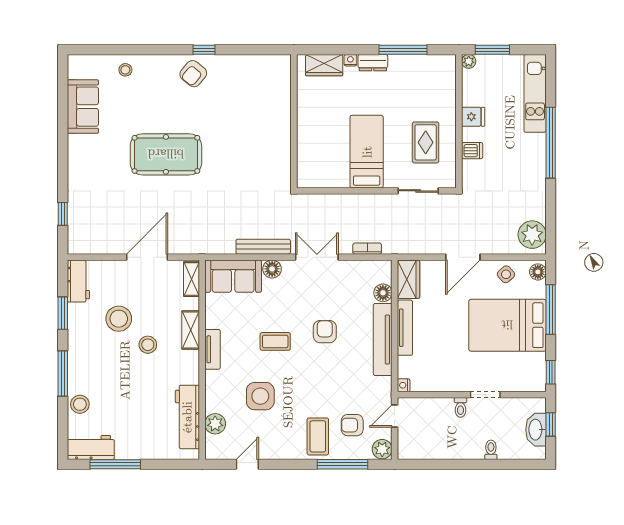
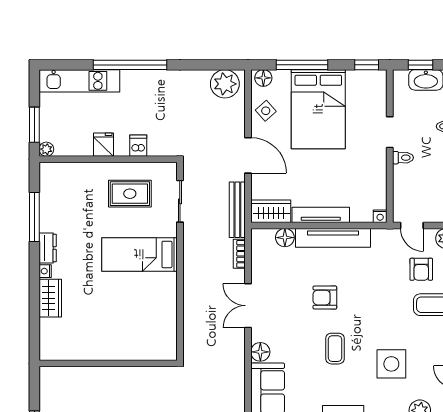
wall: (294, 121) -> (108, 363), moved
bench: (263, 247) -> (237, 210), moved

